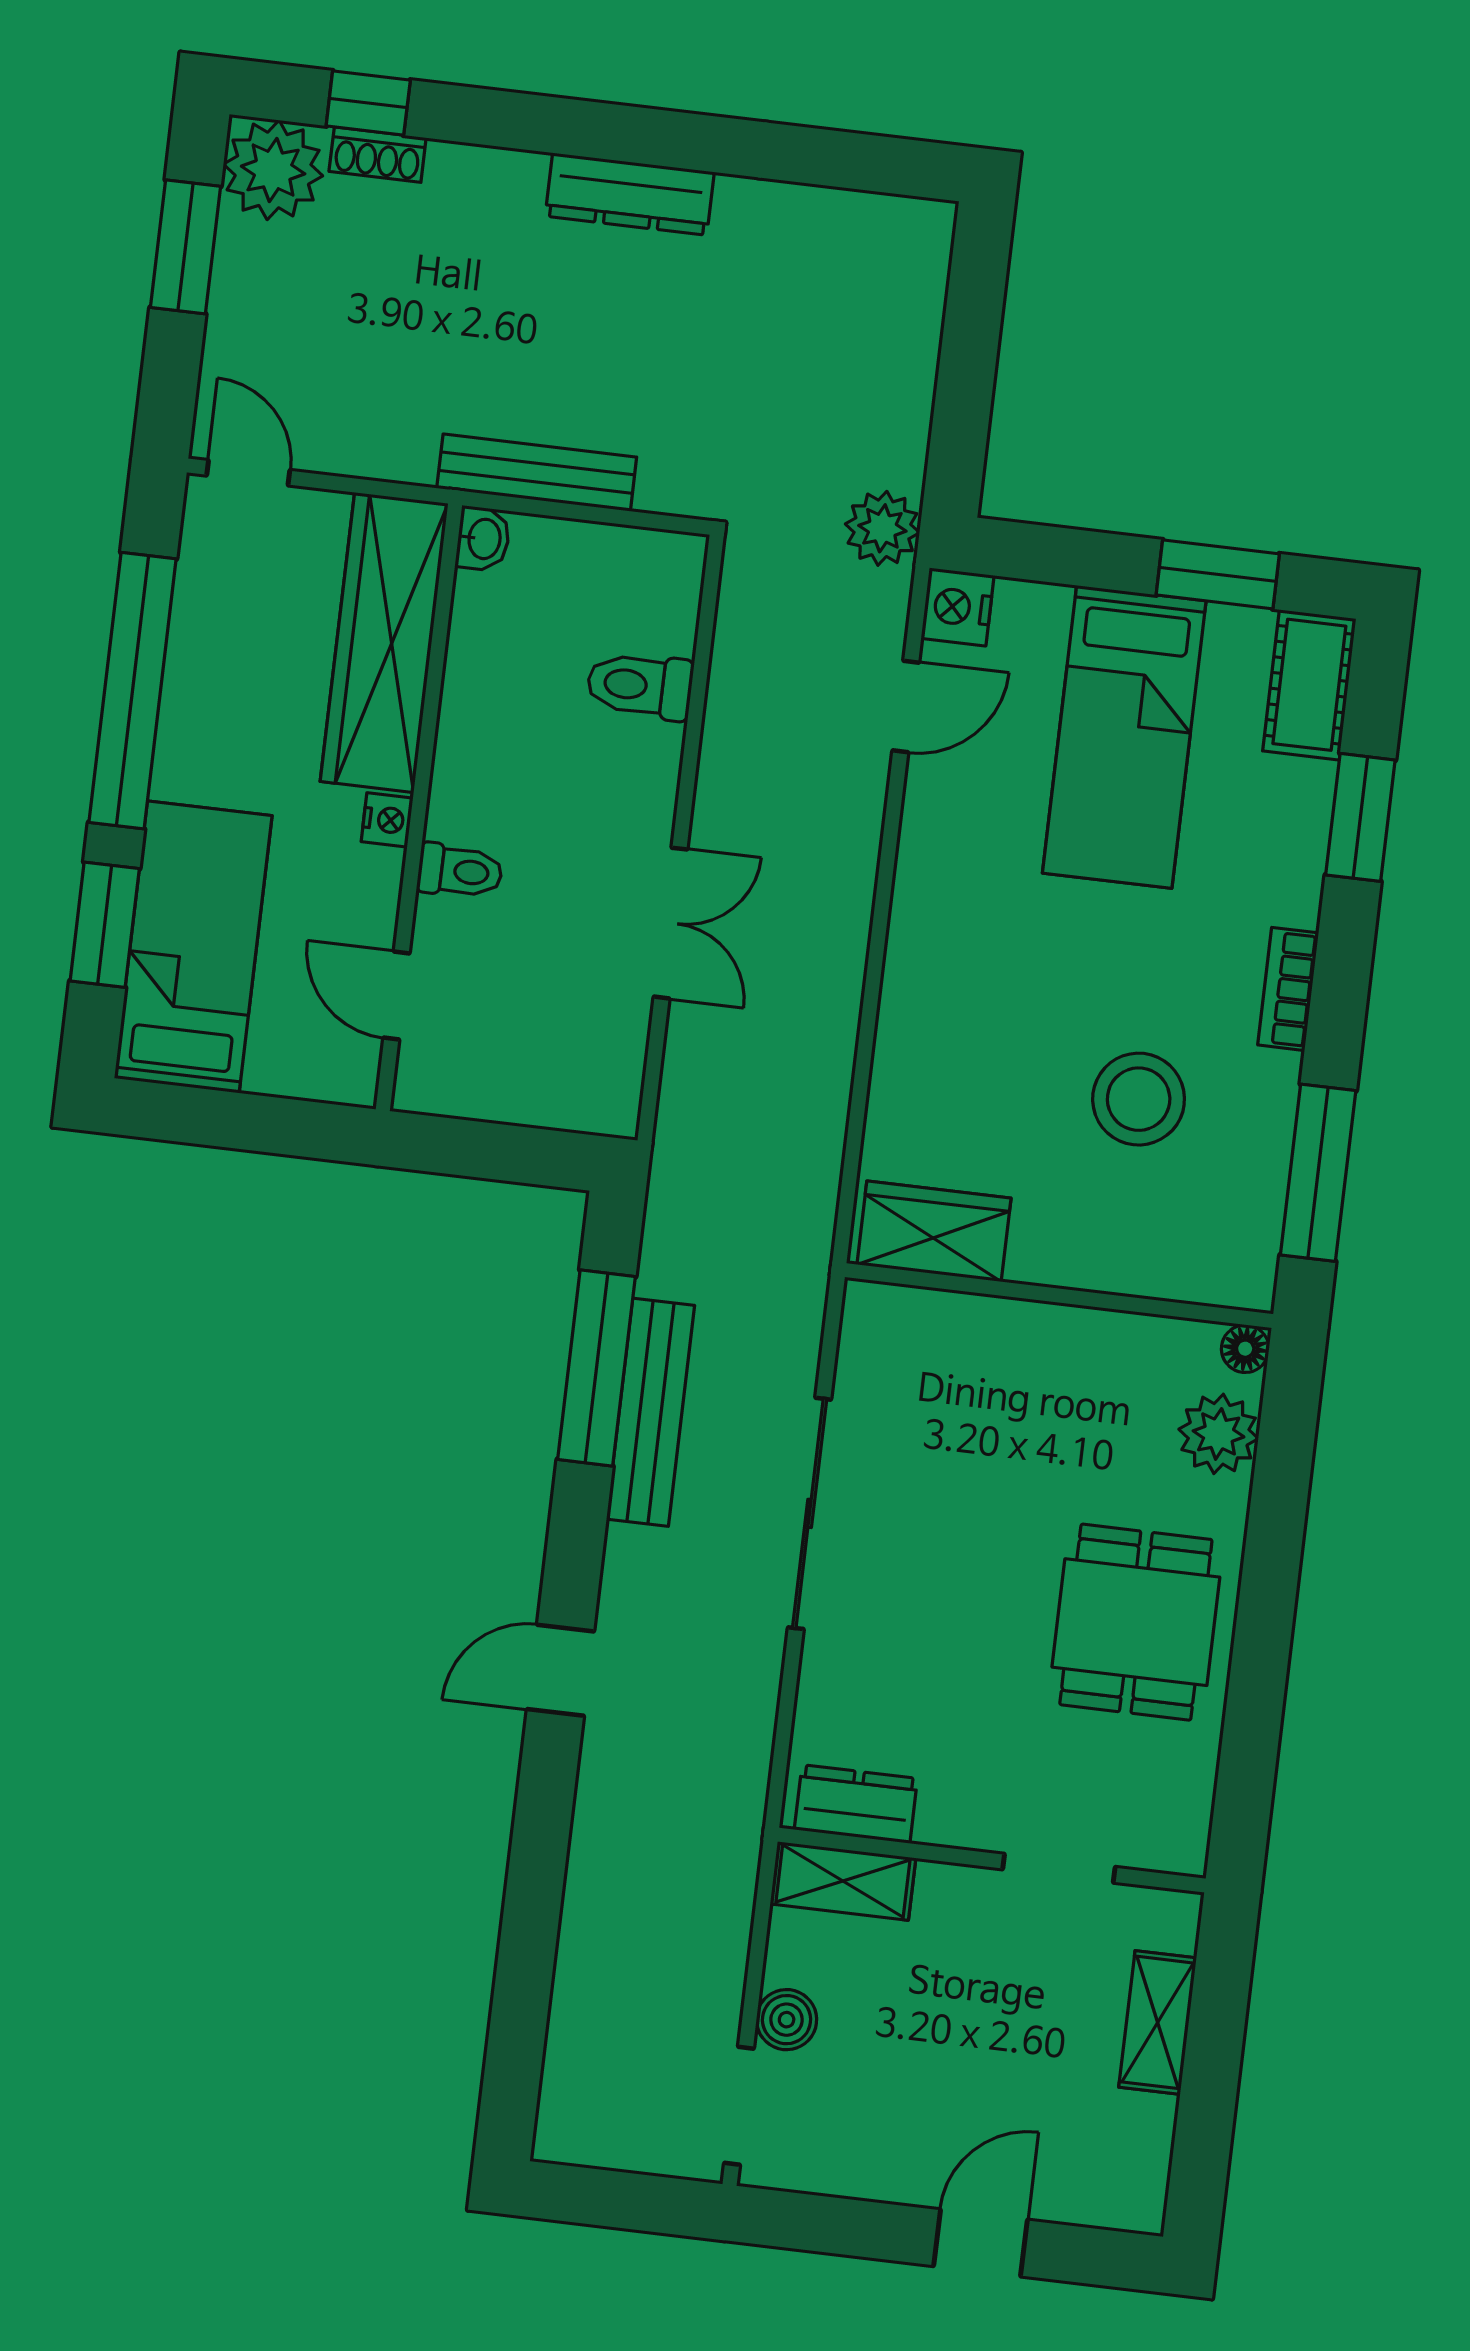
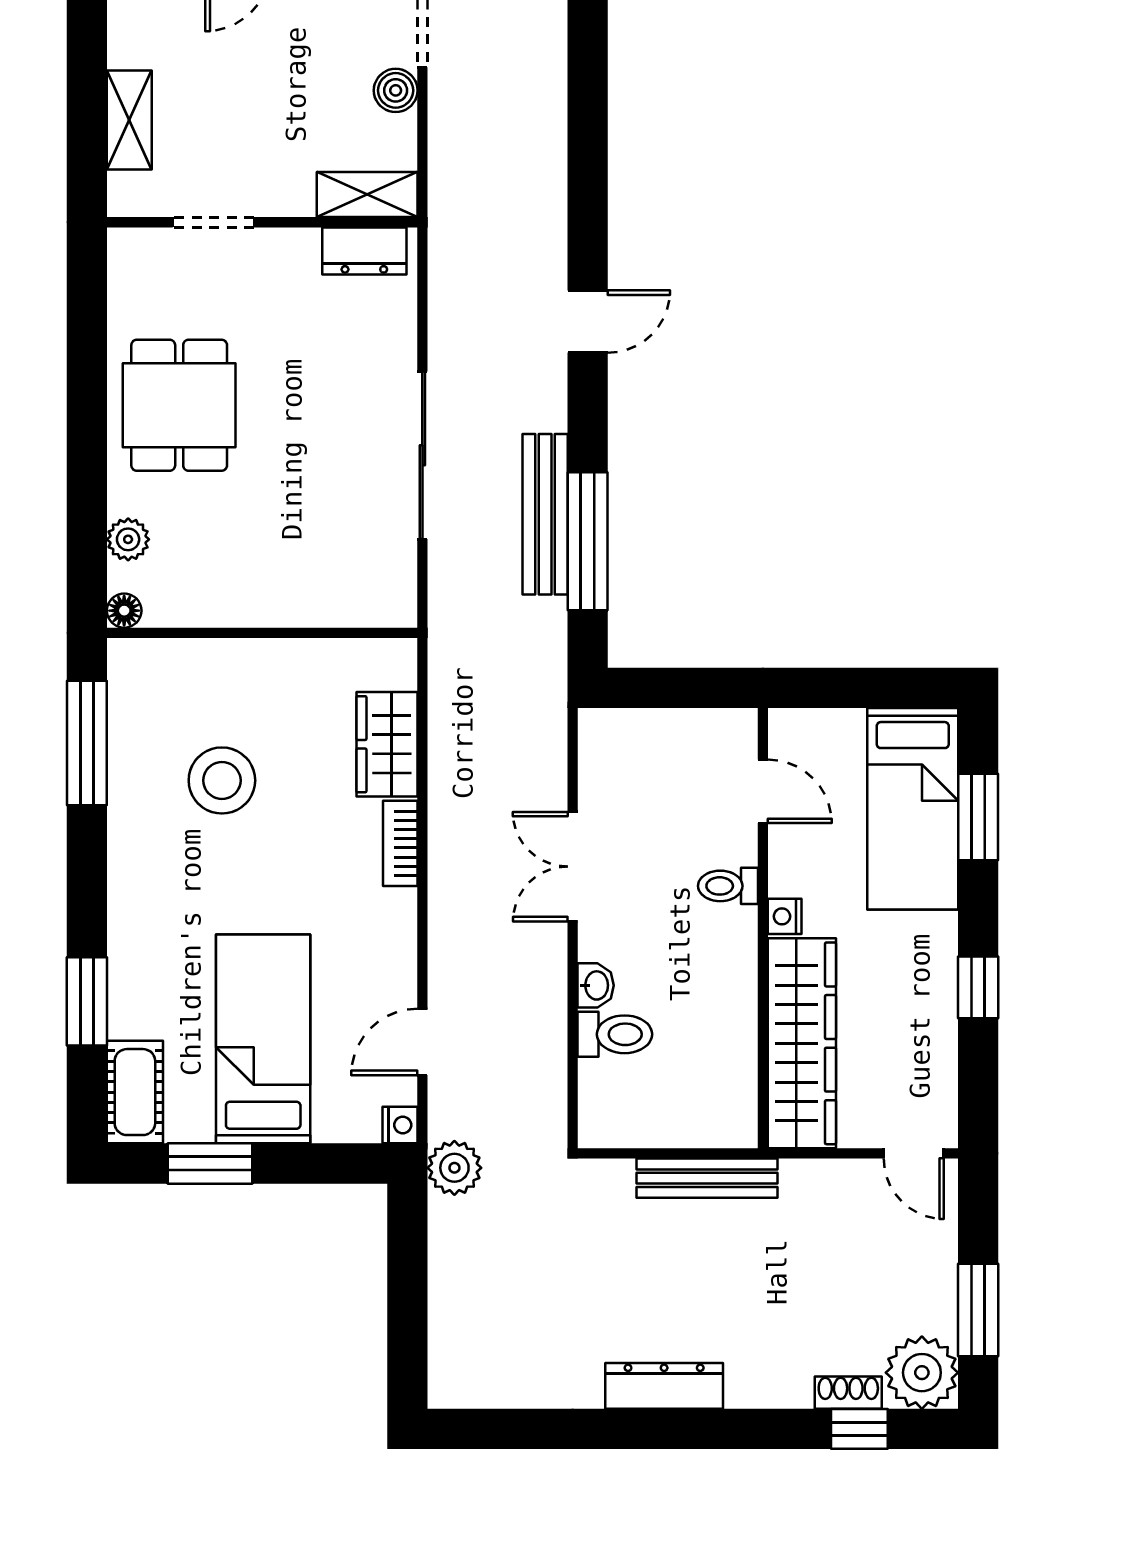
washbasin: (483, 539) -> (596, 985), moved, turned 180
nightstand: (958, 607) -> (400, 1125), width x0.72, depth x0.74
window: (133, 691) -> (978, 987), width x0.32
bookcase: (1288, 989) -> (400, 843), moved, turned 180
wardrobe: (934, 1231) -> (387, 744), moved, turned 90
plant: (1219, 1434) -> (128, 539), width x0.73, depth x0.73

